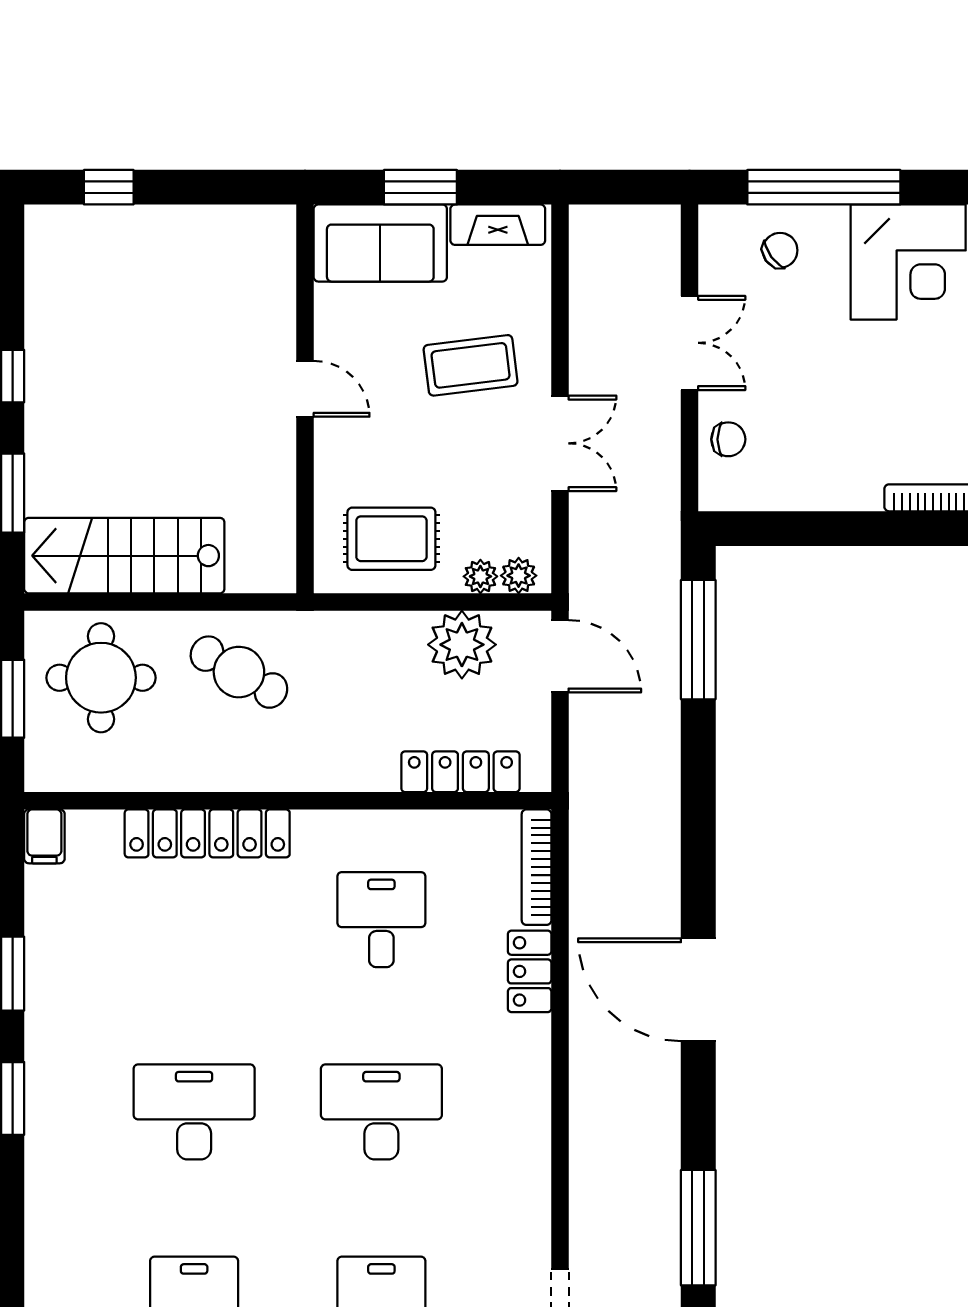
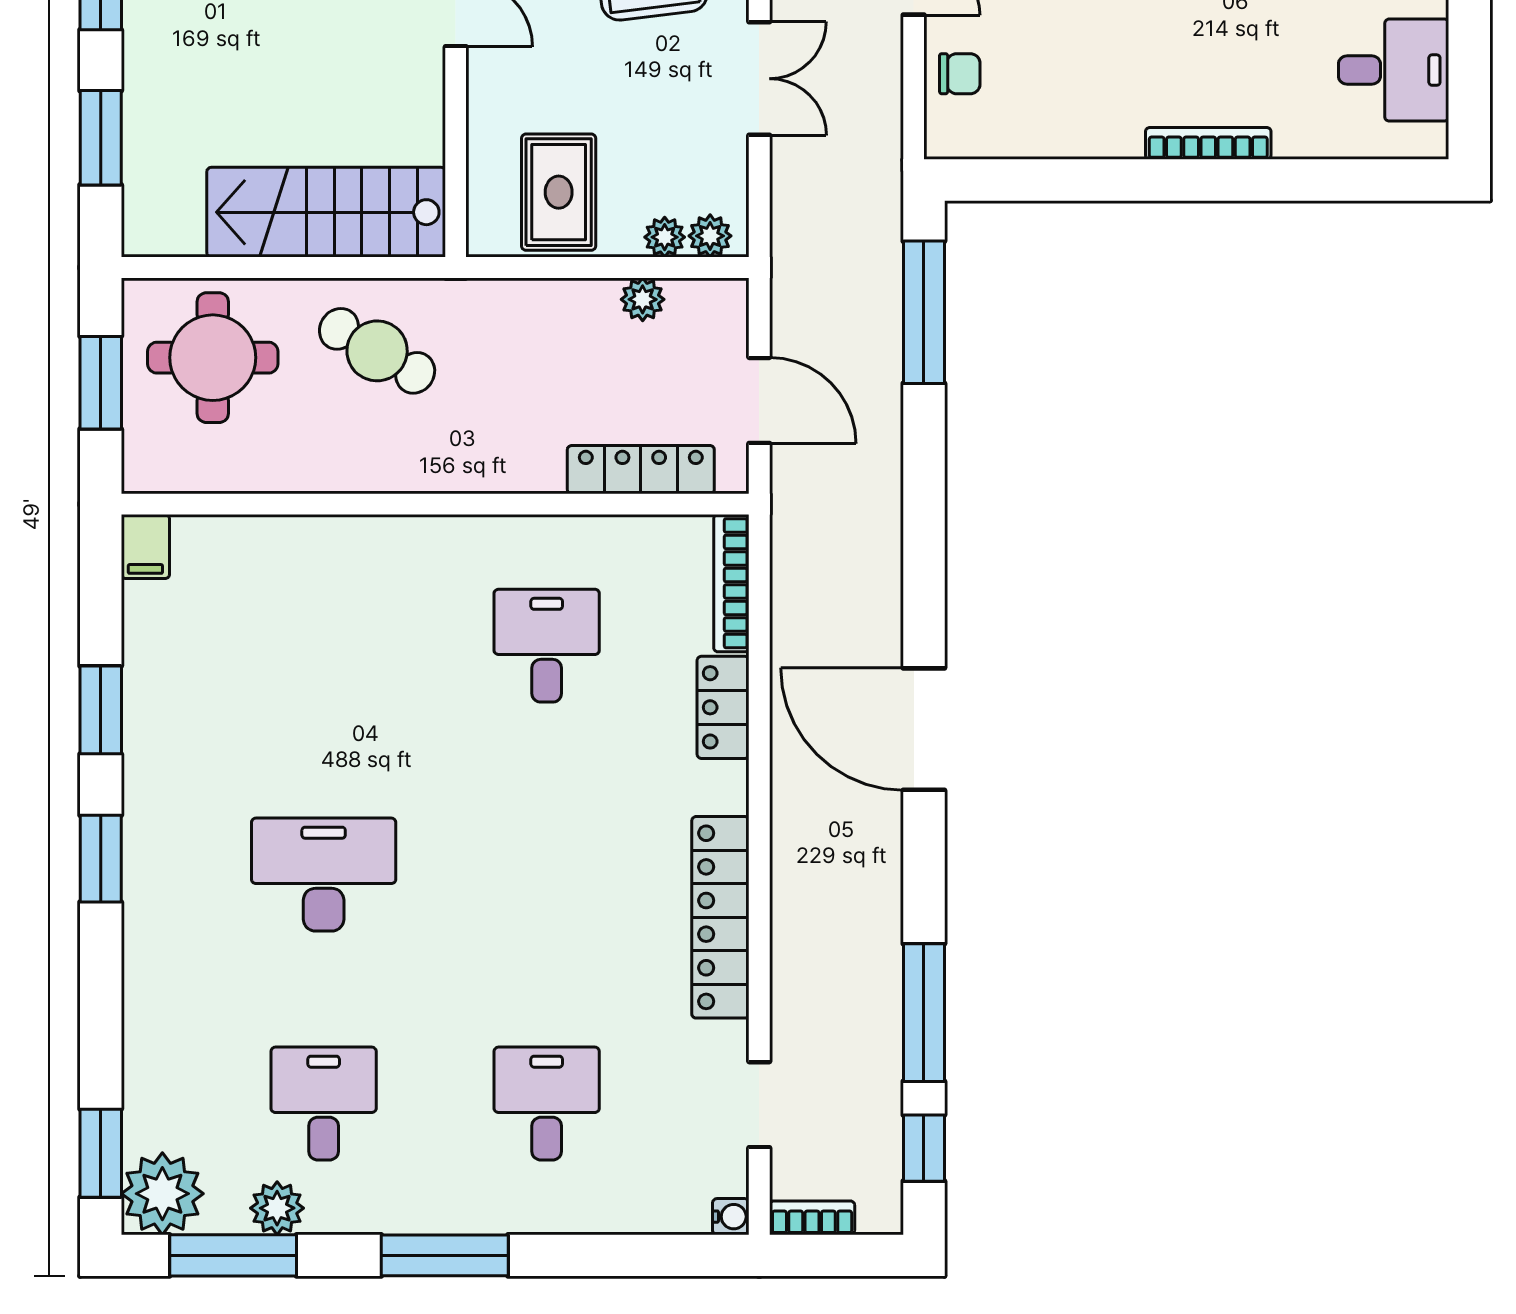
rug: (391, 539) -> (559, 192), turned 90
stairs: (124, 556) -> (326, 212), moved
plant: (462, 645) -> (643, 299), width x0.53, depth x0.53
door: (560, 656) -> (759, 400), moved
locker: (207, 833) -> (720, 917), moved, turned 90
desk: (381, 1112) -> (547, 875), removed

